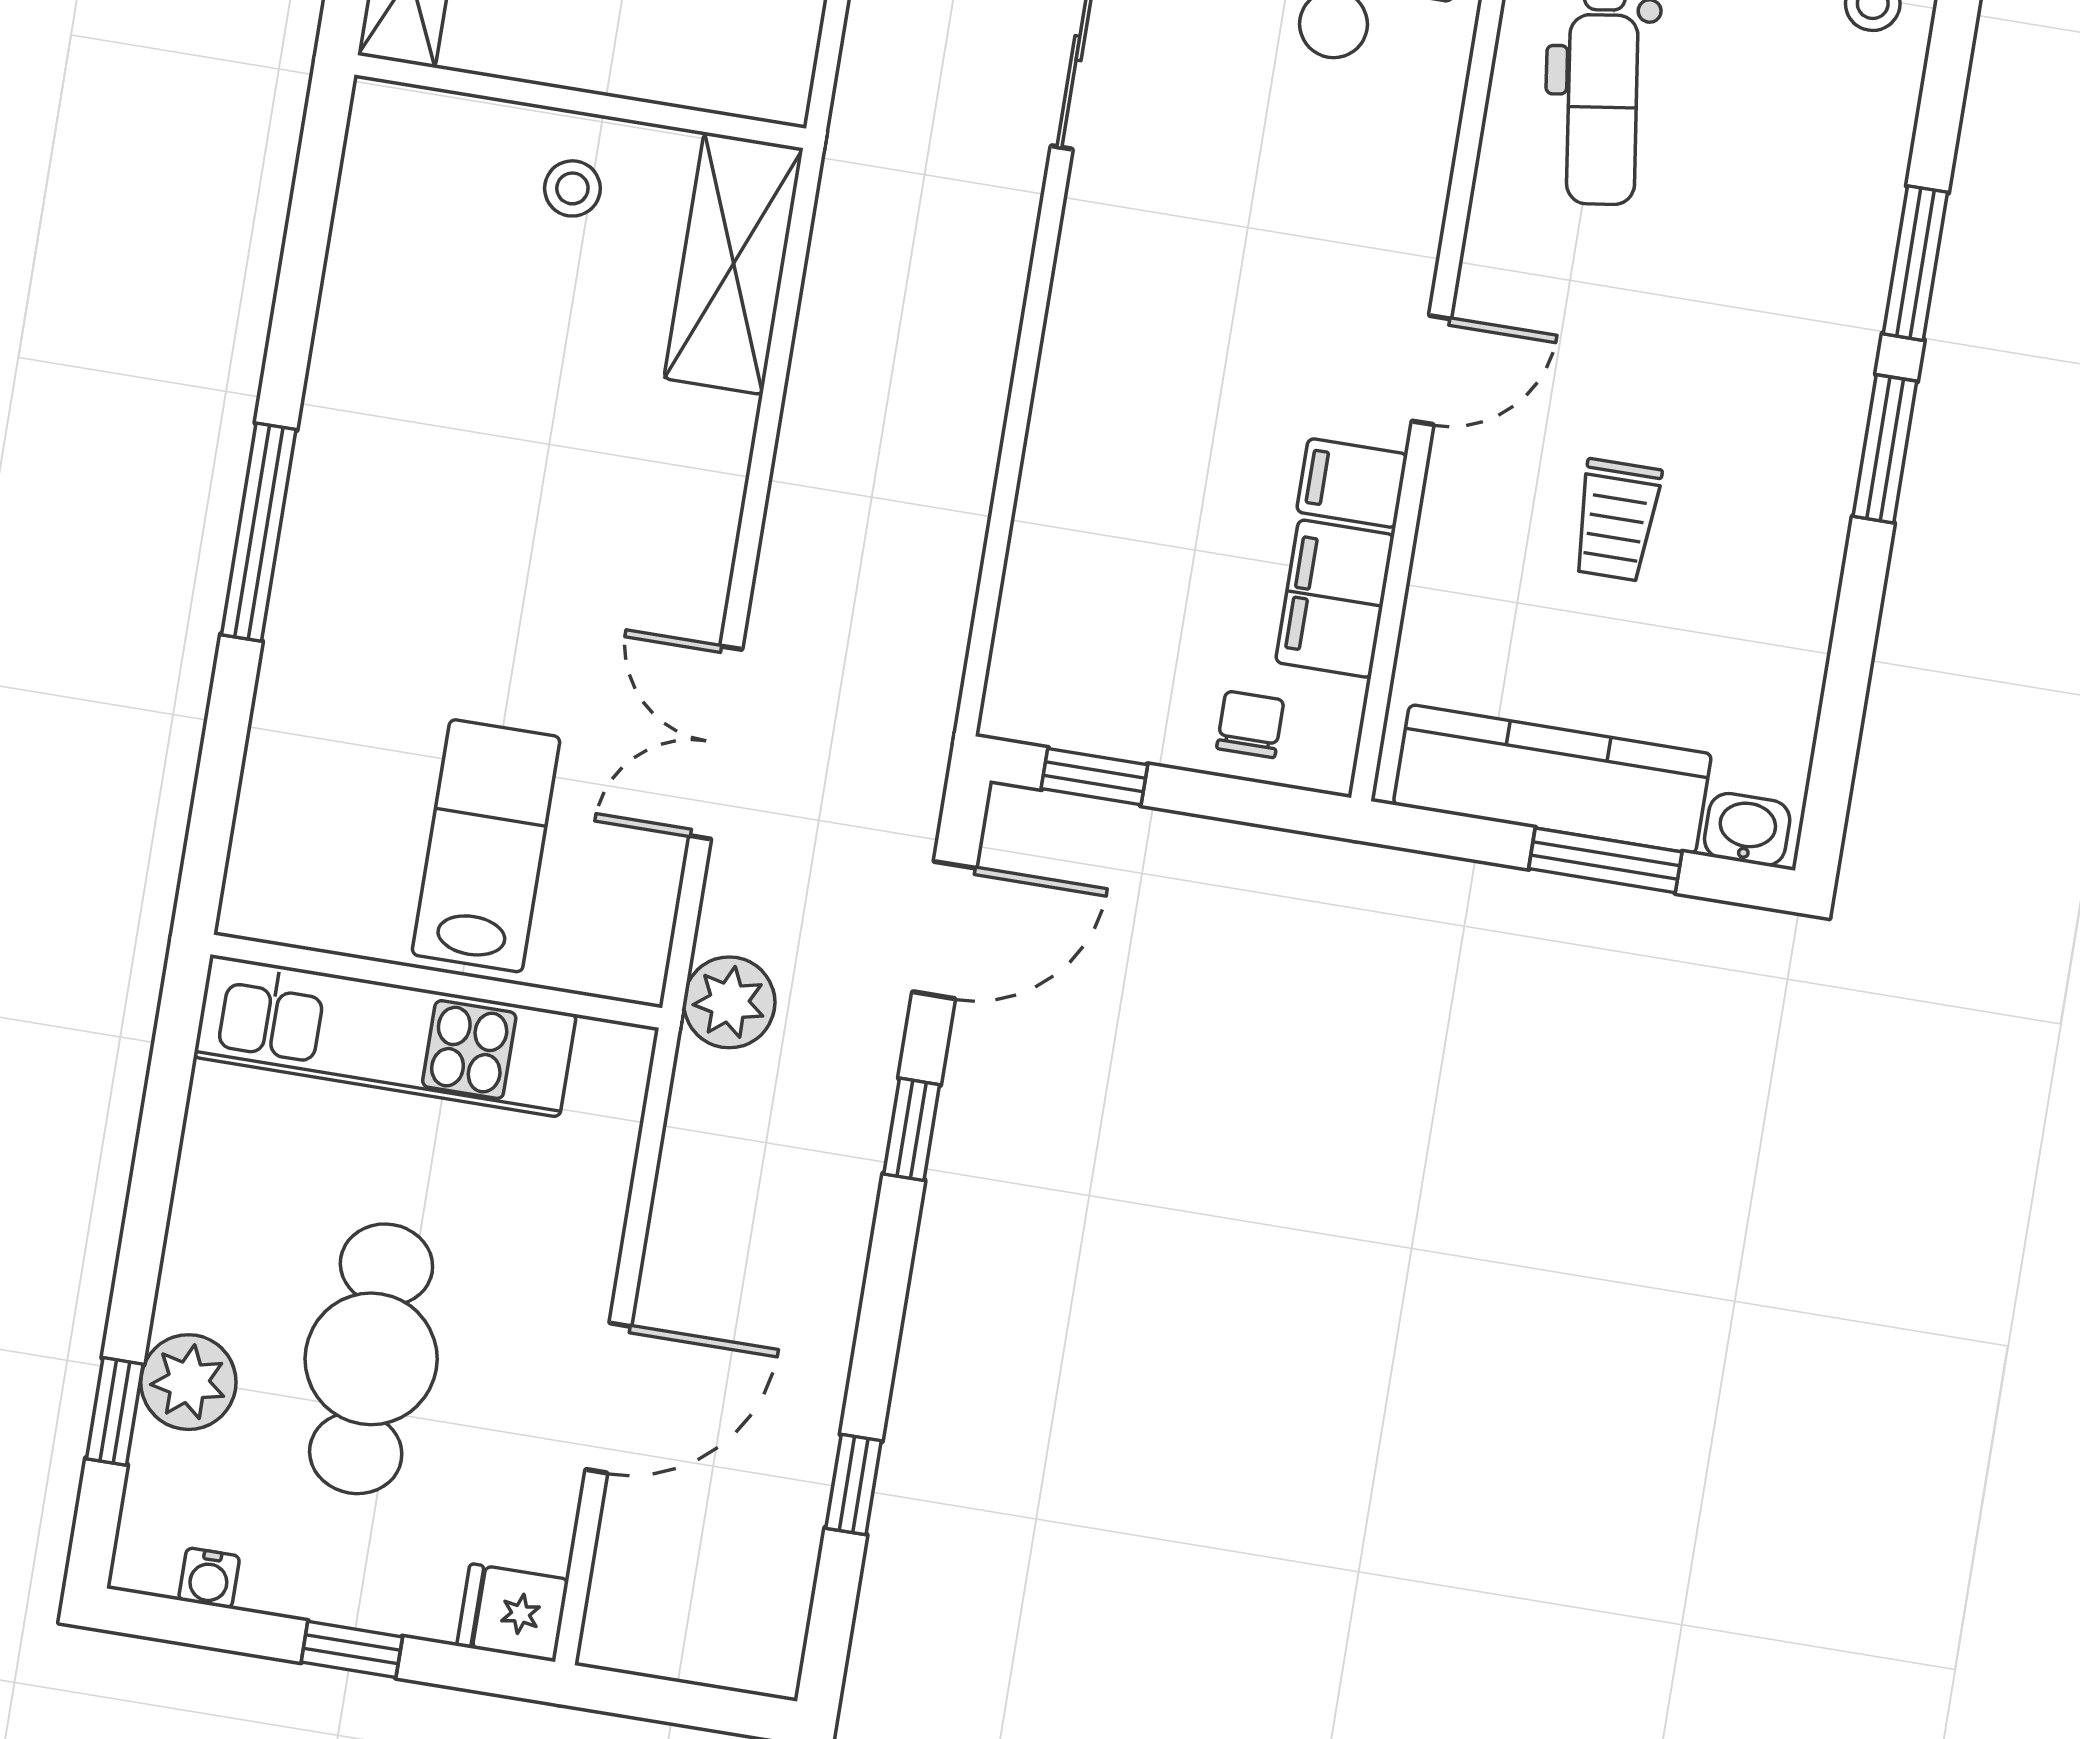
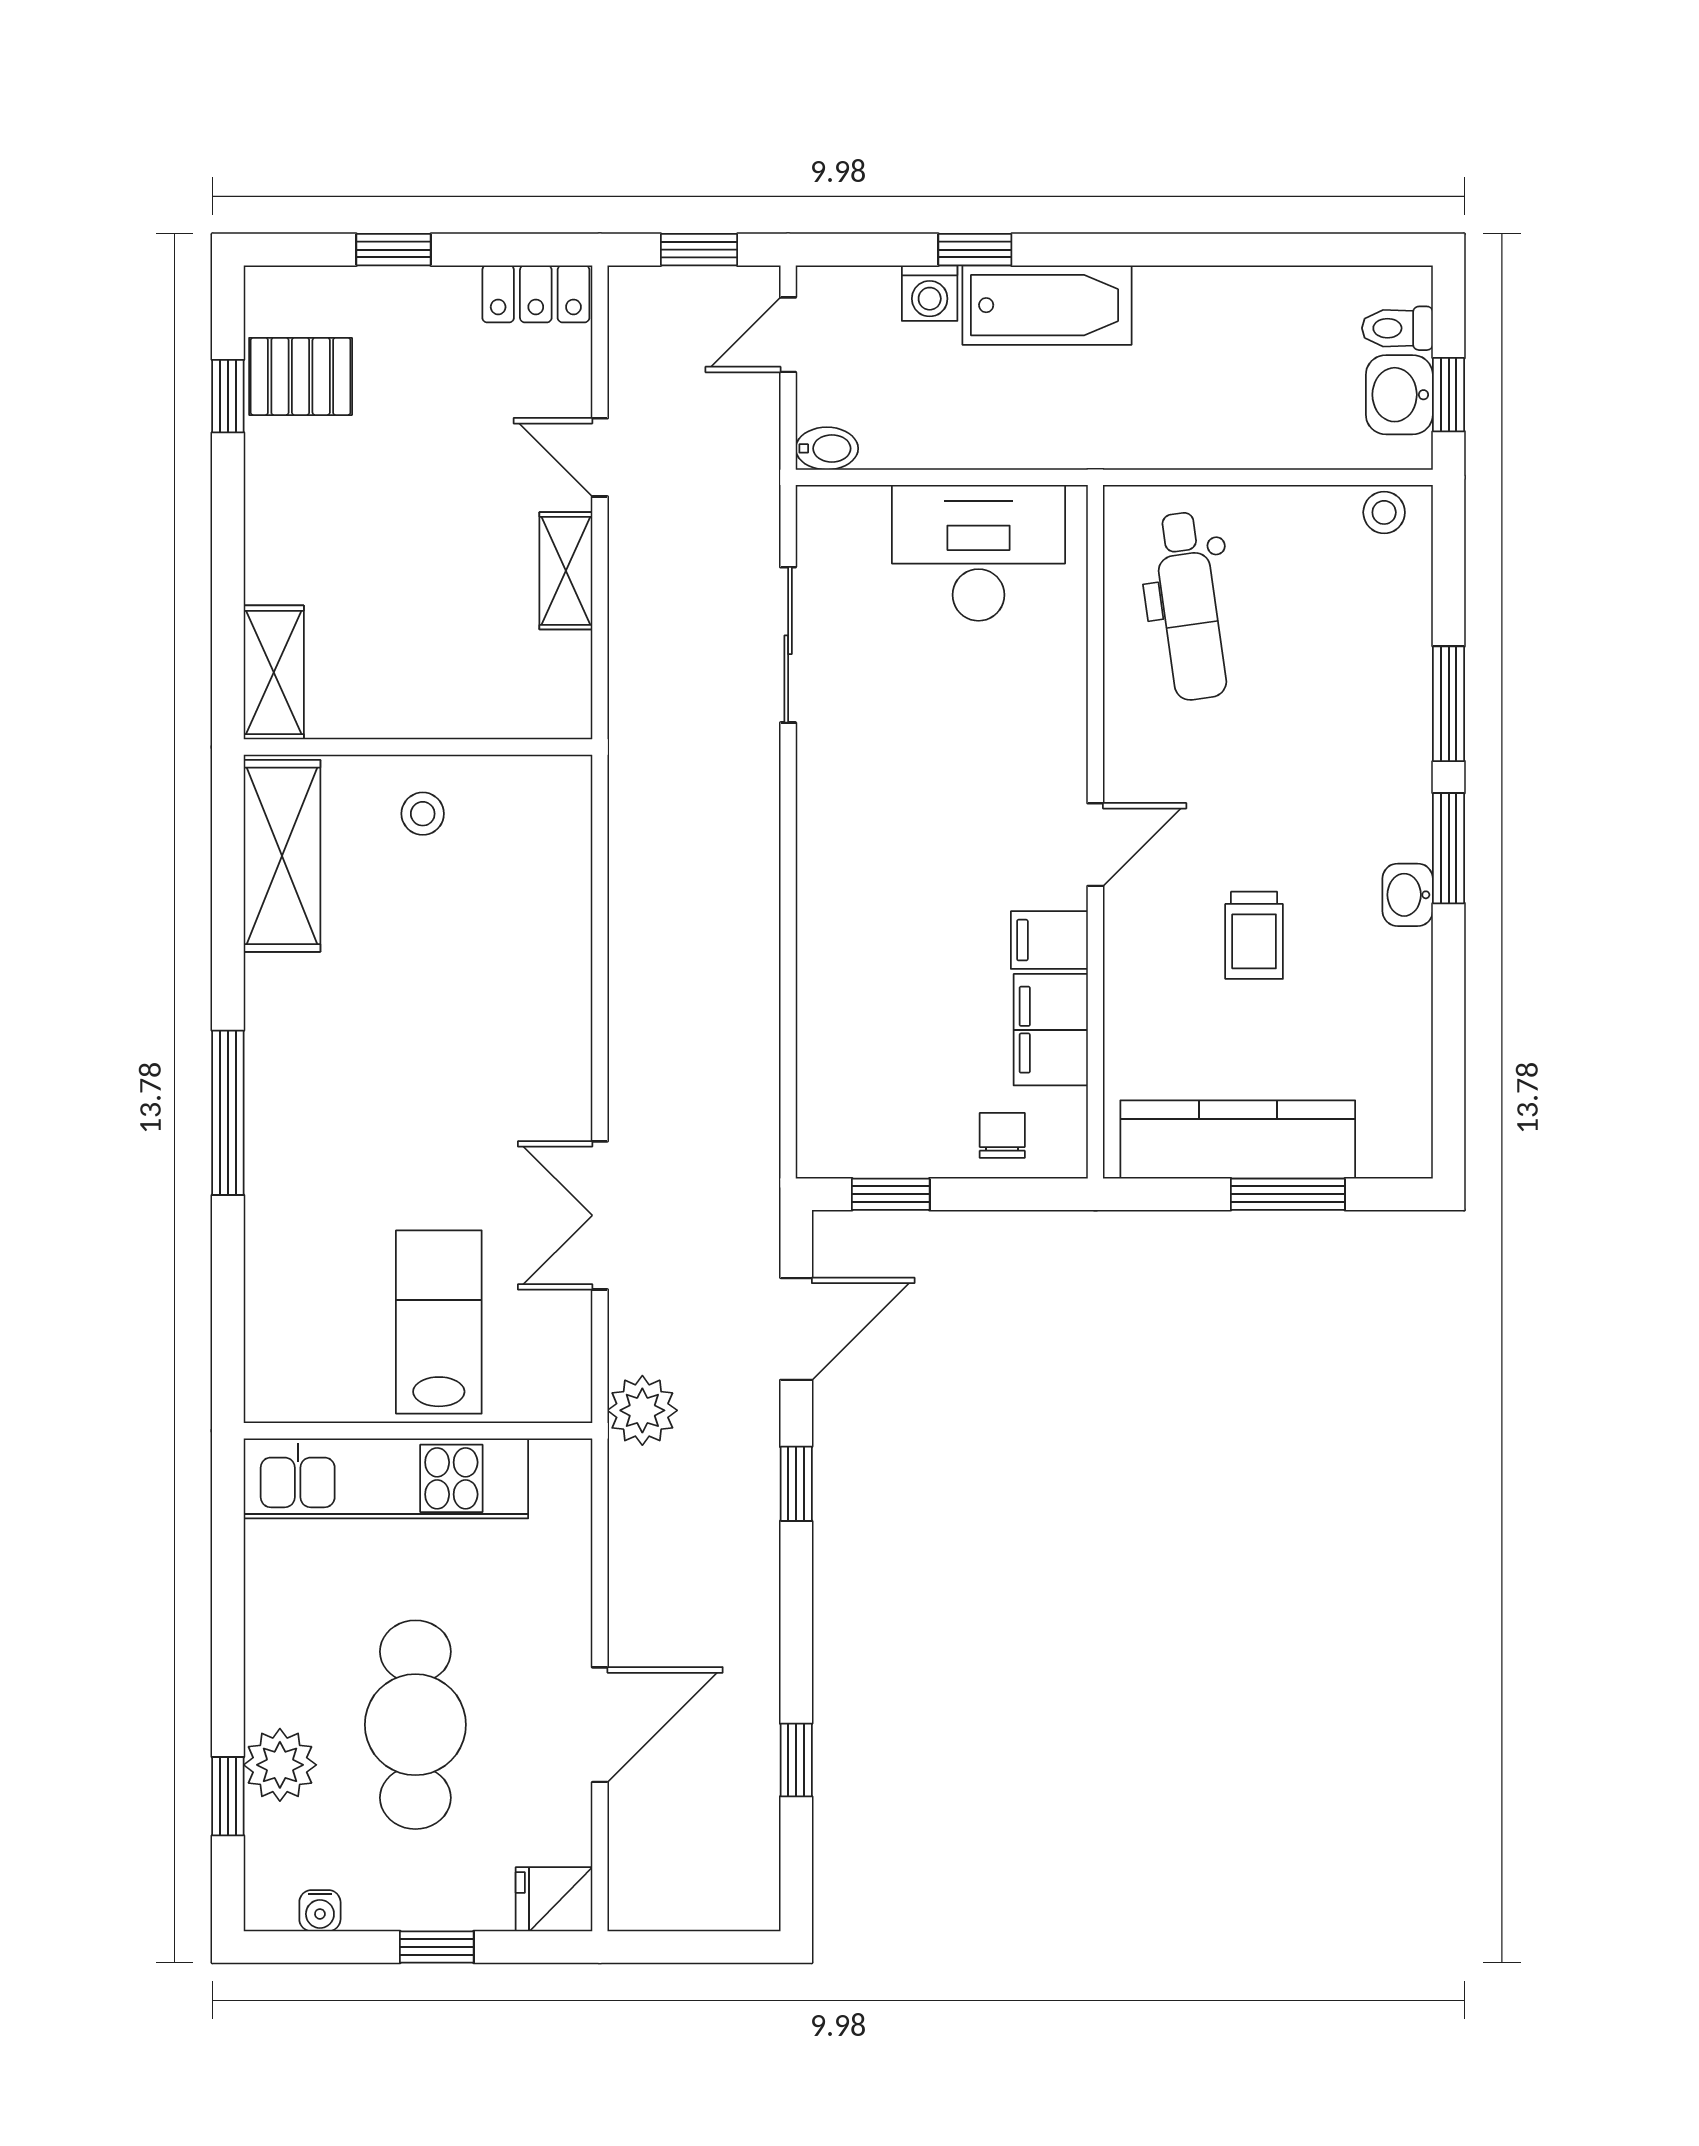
shelving: (733, 263) -> (282, 856), moved
washbasin: (1747, 829) -> (1408, 895), moved, turned -90

